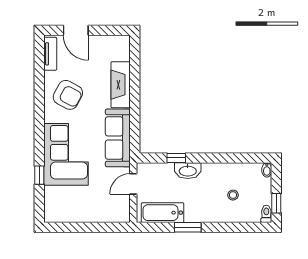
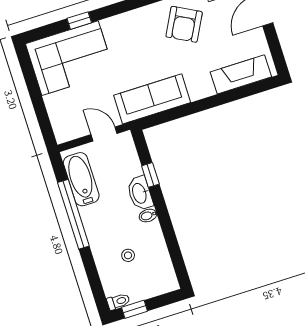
fireplace: (121, 85) -> (241, 74), moved
corner sofa: (66, 154) -> (70, 58), moved
bidet: (267, 170) -> (148, 216), moved
window: (188, 227) -> (73, 214), width x2.11

